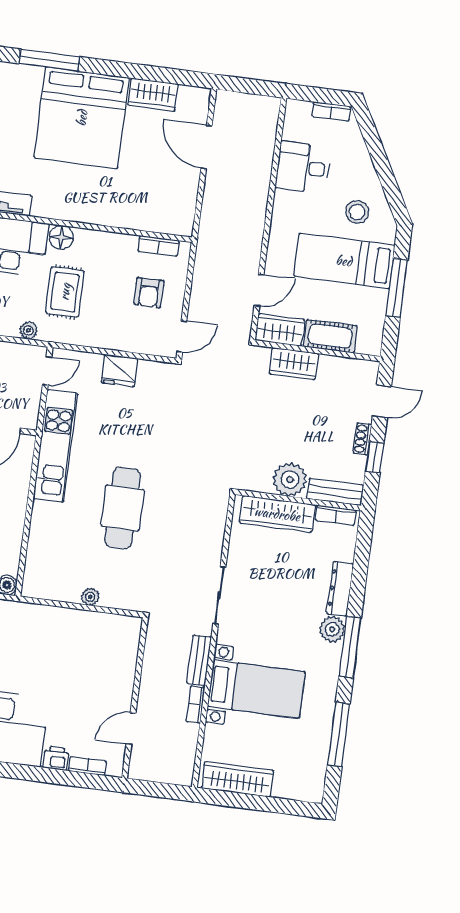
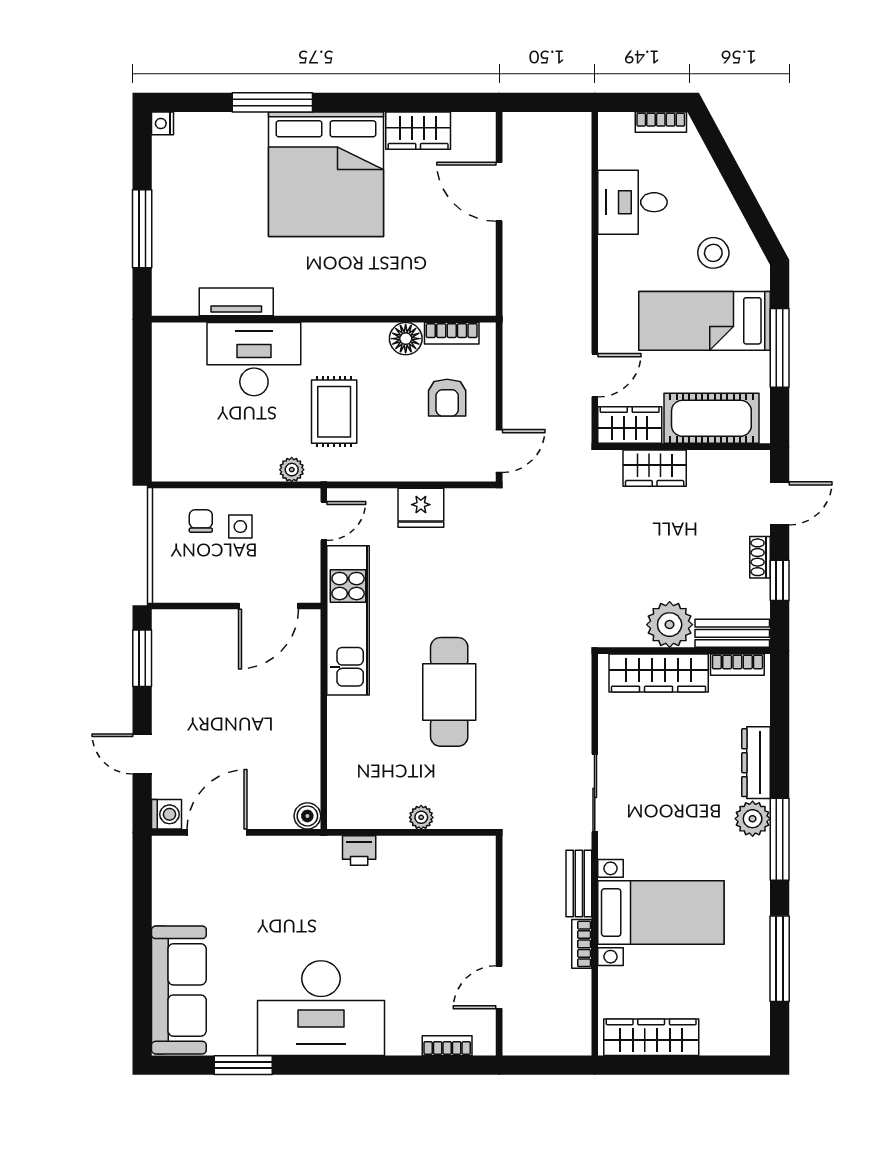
floor lamp: (61, 237) -> (406, 339), moved
cot: (330, 336) -> (711, 418), width x1.37, depth x1.34
printer: (56, 758) -> (359, 851), moved, turned 180

